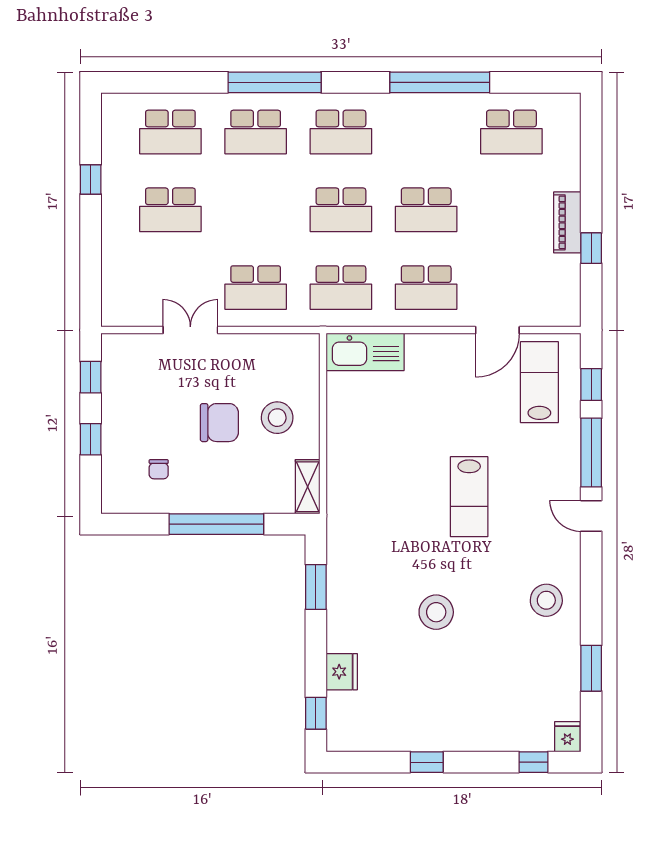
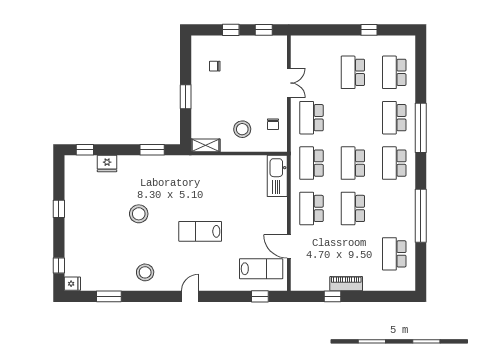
chair: (219, 423) -> (273, 124), moved, width x0.54, depth x0.54
window: (591, 453) -> (224, 296), removed
window: (216, 524) -> (186, 97), width x0.47

